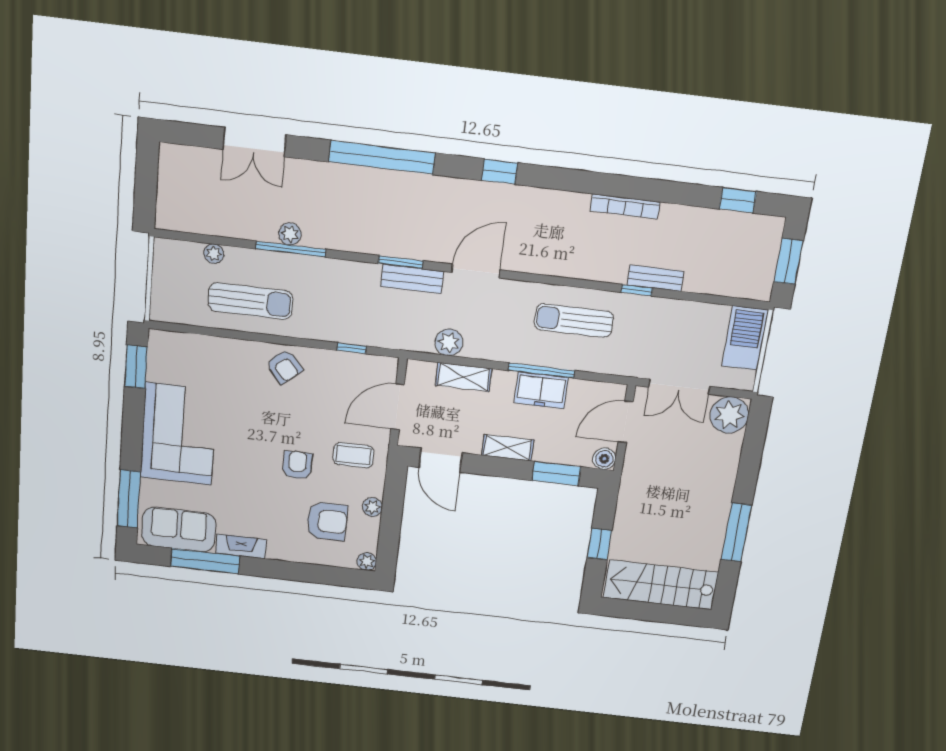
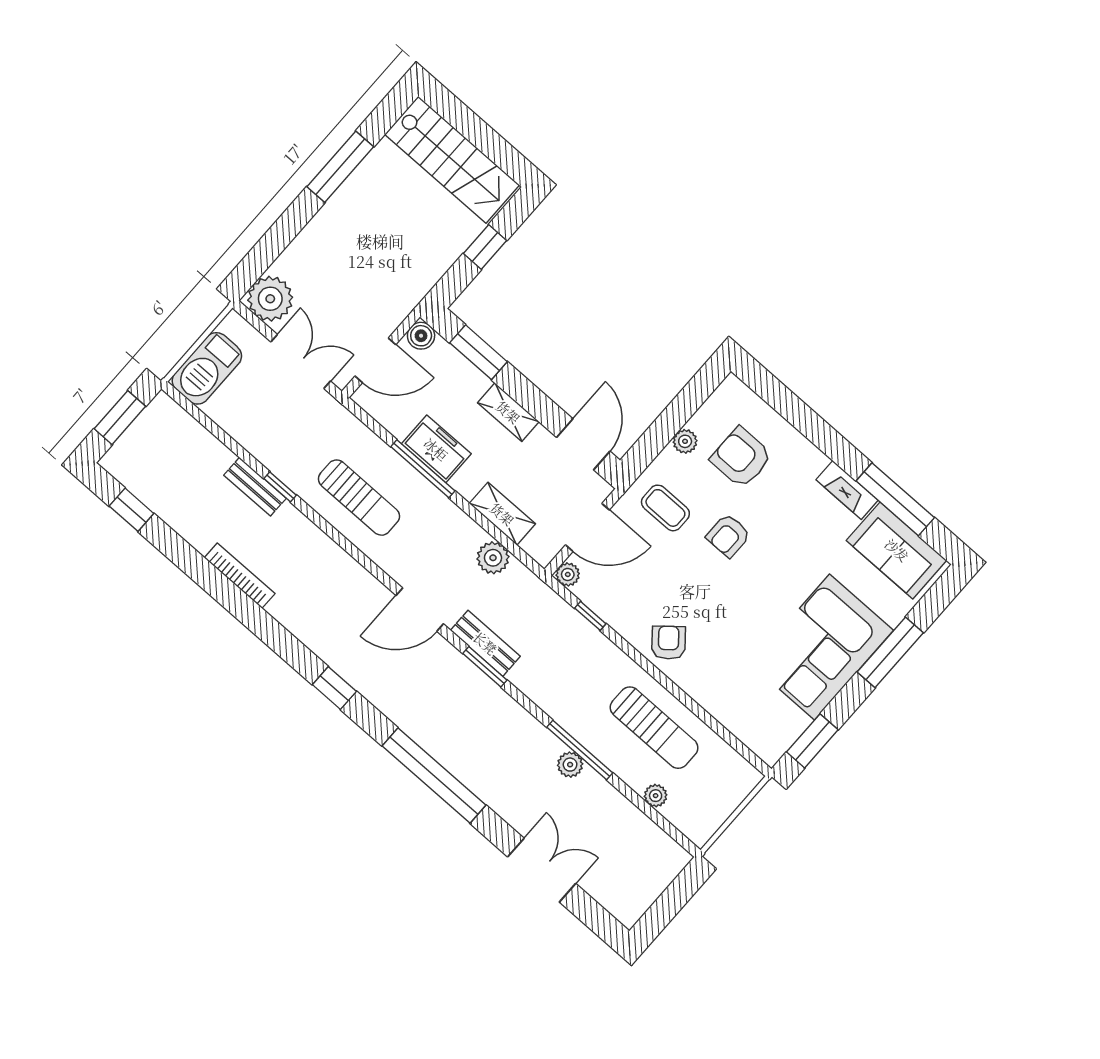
sun lounger: (251, 301) -> (654, 728), turned 180
window: (129, 499) -> (890, 652), moved
plant: (367, 562) -> (568, 574), moved

